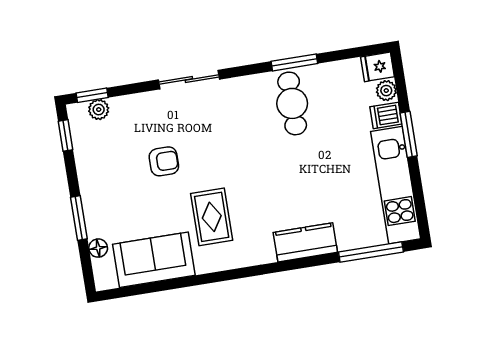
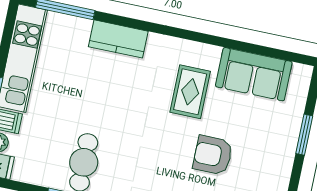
armchair: (164, 161) -> (213, 155), width x1.38, depth x1.38
floor lamp: (98, 248) -> (298, 103), removed

